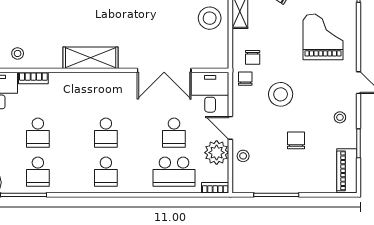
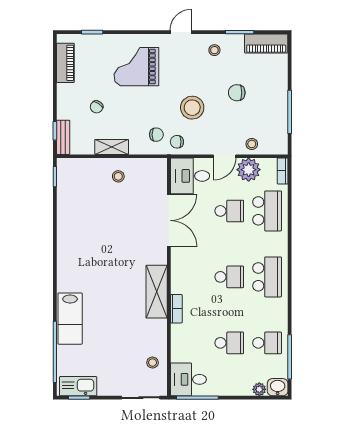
stool: (210, 18) -> (118, 176), width x0.53, depth x0.53
bookcase: (33, 78) -> (176, 309), moved
school desk: (106, 172) -> (267, 277), width x1.85

